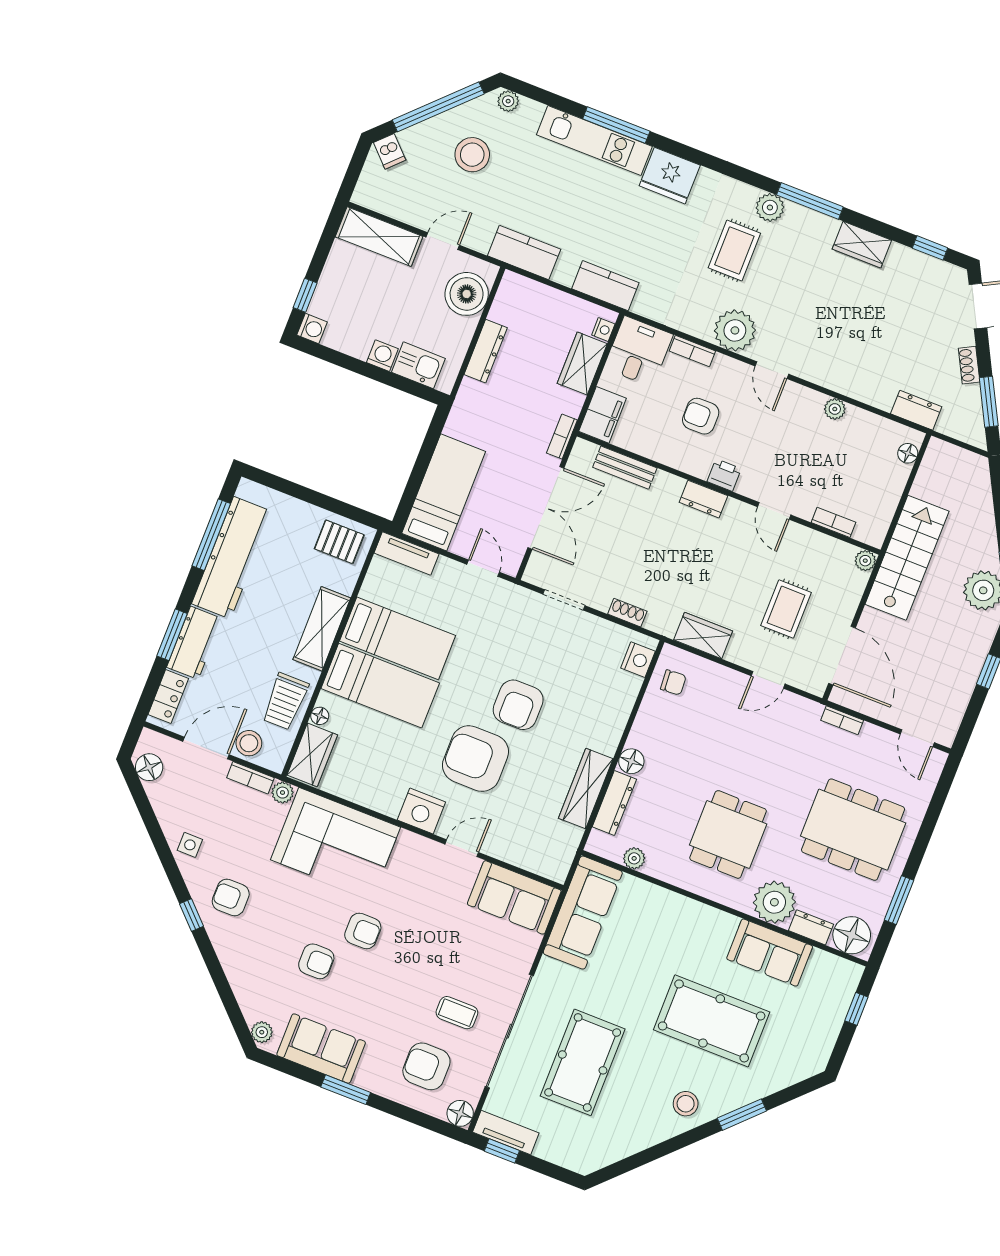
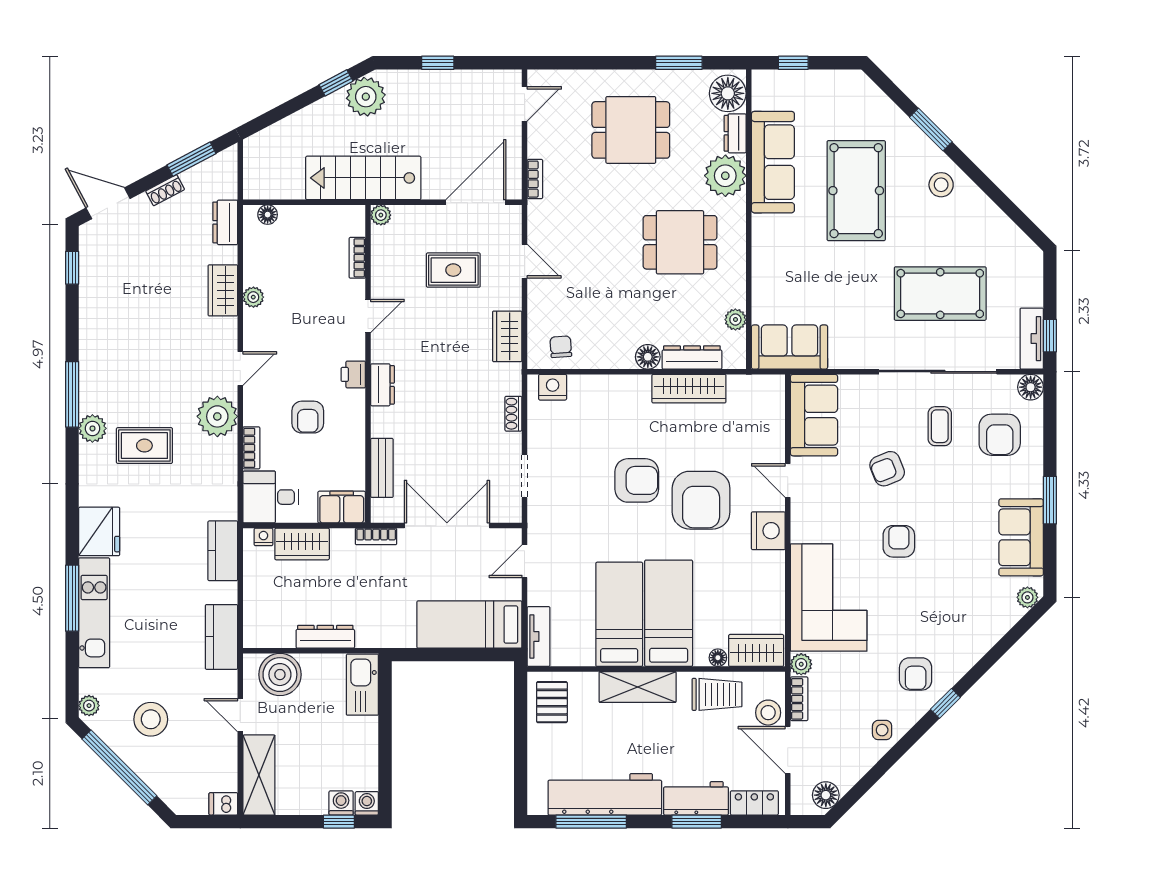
dishwasher: (390, 151) -> (223, 804), moved, turned -135
wardrobe: (862, 245) -> (223, 290), moved, turned 180
washing machine: (382, 356) -> (341, 803), moved, turned 90
kitchen sink: (418, 365) -> (362, 685), width x1.38
dining table: (853, 830) -> (631, 130), width x0.73
sofa: (583, 913) -> (790, 347), width x0.73
sofa: (770, 953) -> (773, 162), width x1.36
armchair: (316, 961) -> (887, 469), moved, turned -112

